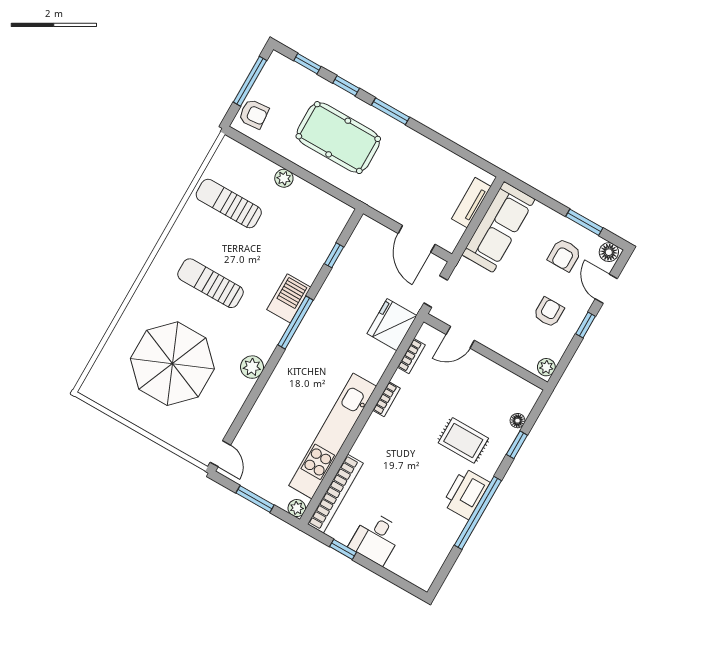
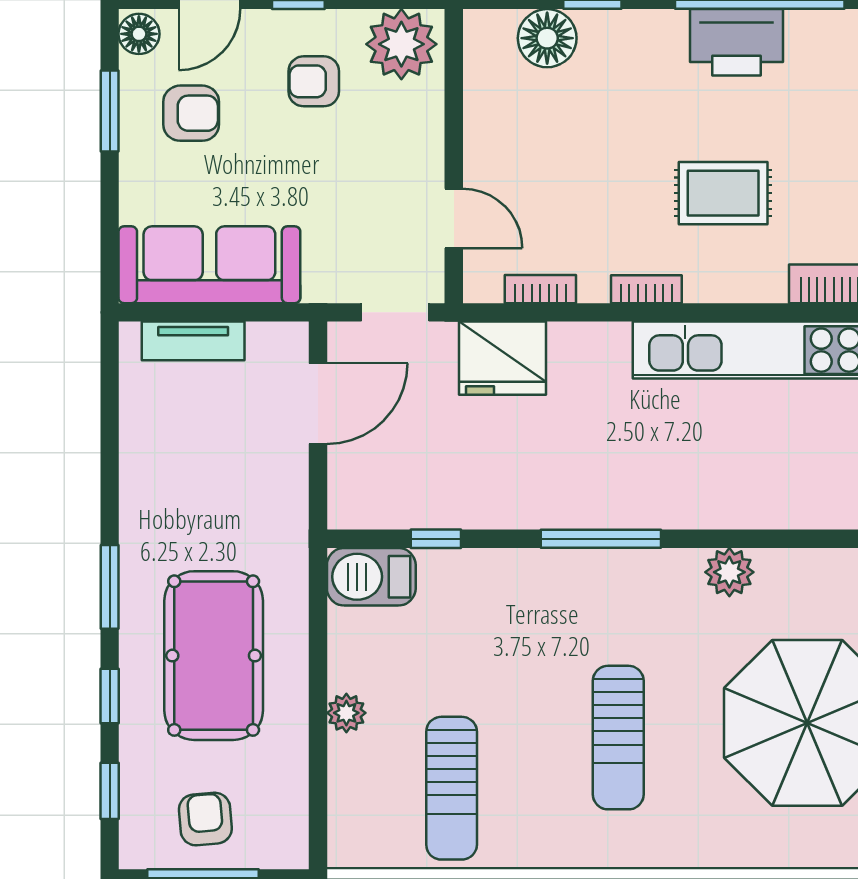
armchair: (254, 114) -> (205, 819), moved
barbecue: (289, 298) -> (371, 577), moved
plant: (546, 367) -> (401, 44), width x1.87, depth x1.87
floor lamp: (517, 421) -> (547, 38), width x1.89, depth x1.89
rug: (463, 440) -> (723, 193), moved, turned 90

